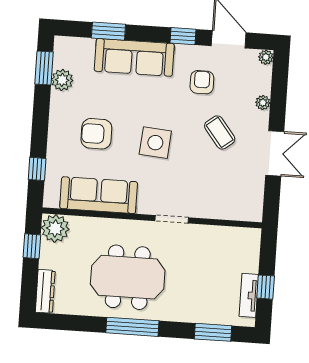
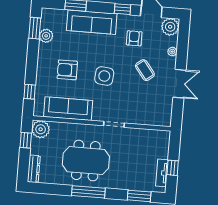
plant: (266, 57) -> (170, 27), width x1.88, depth x1.88

